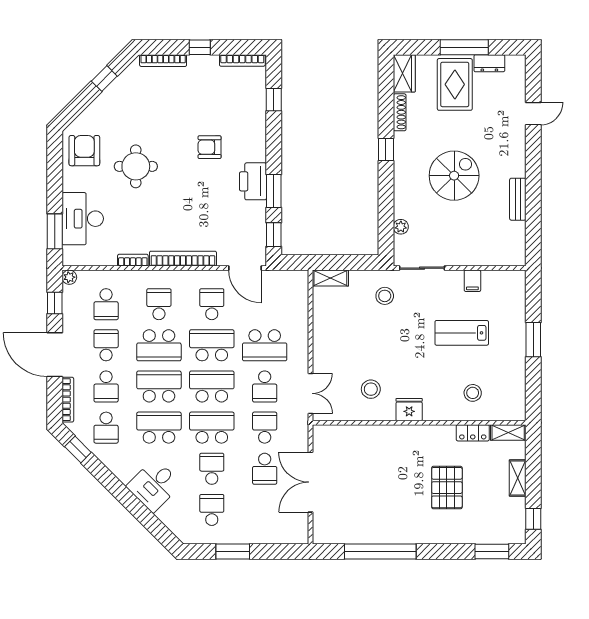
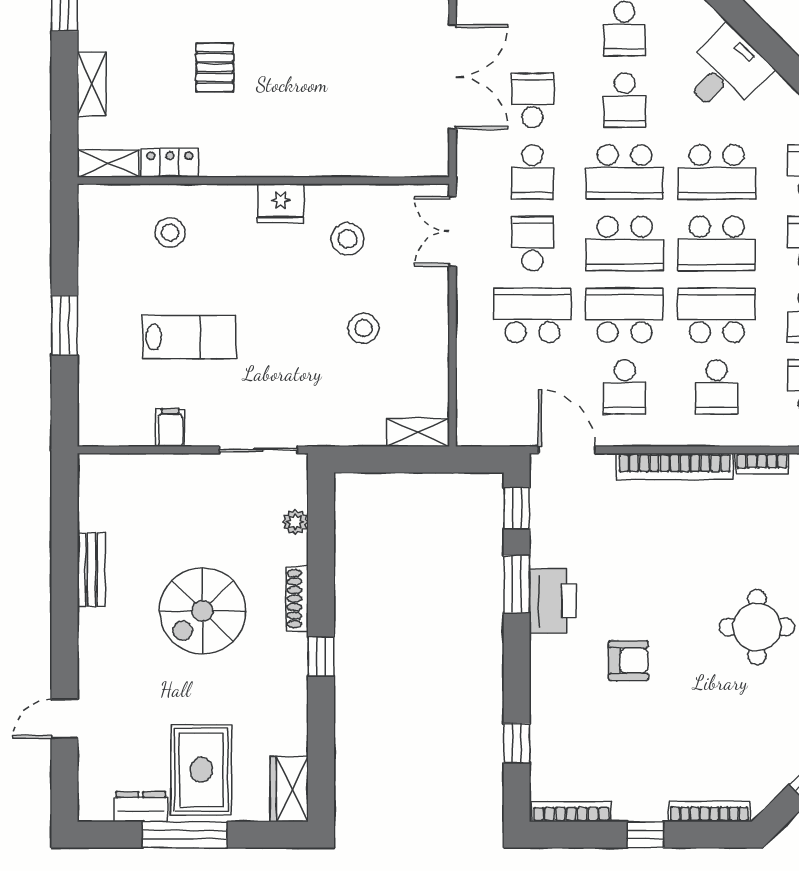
shoe rack: (400, 112) -> (297, 599), moved
stool: (385, 296) -> (363, 328), moved
school desk: (212, 345) -> (625, 315), turned 180
pallet: (447, 488) -> (215, 67), width x0.67, depth x0.71

